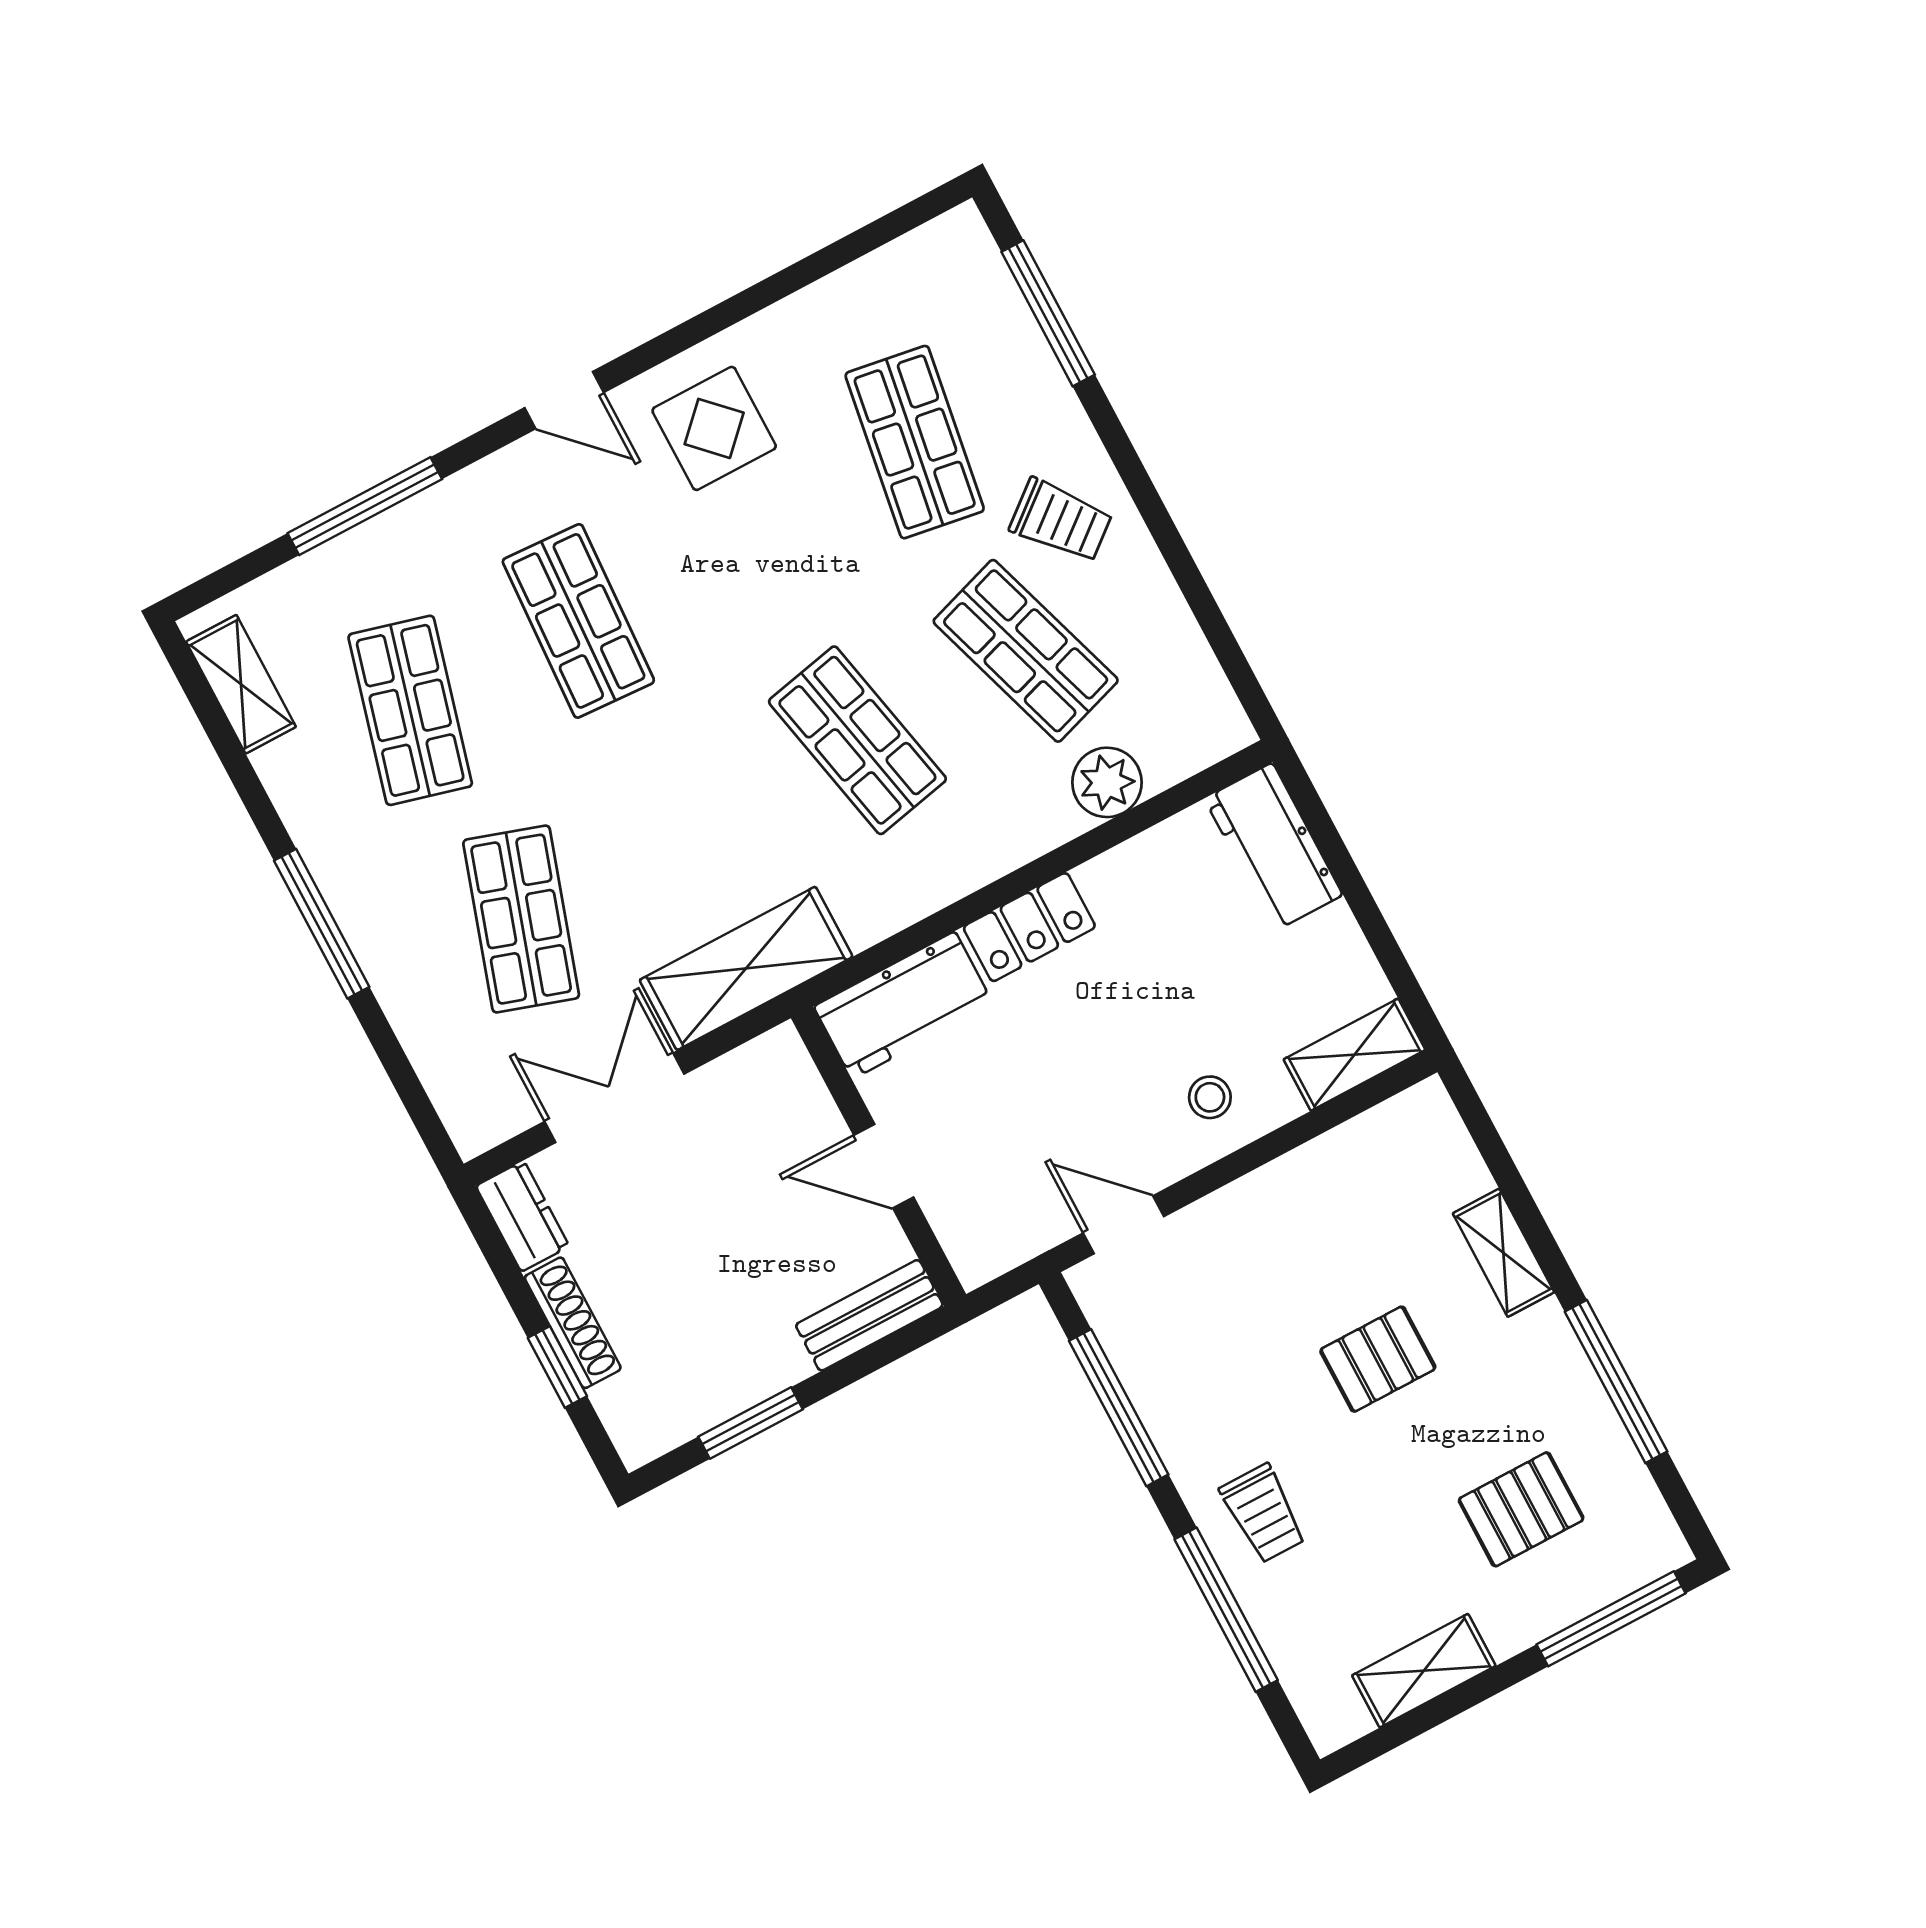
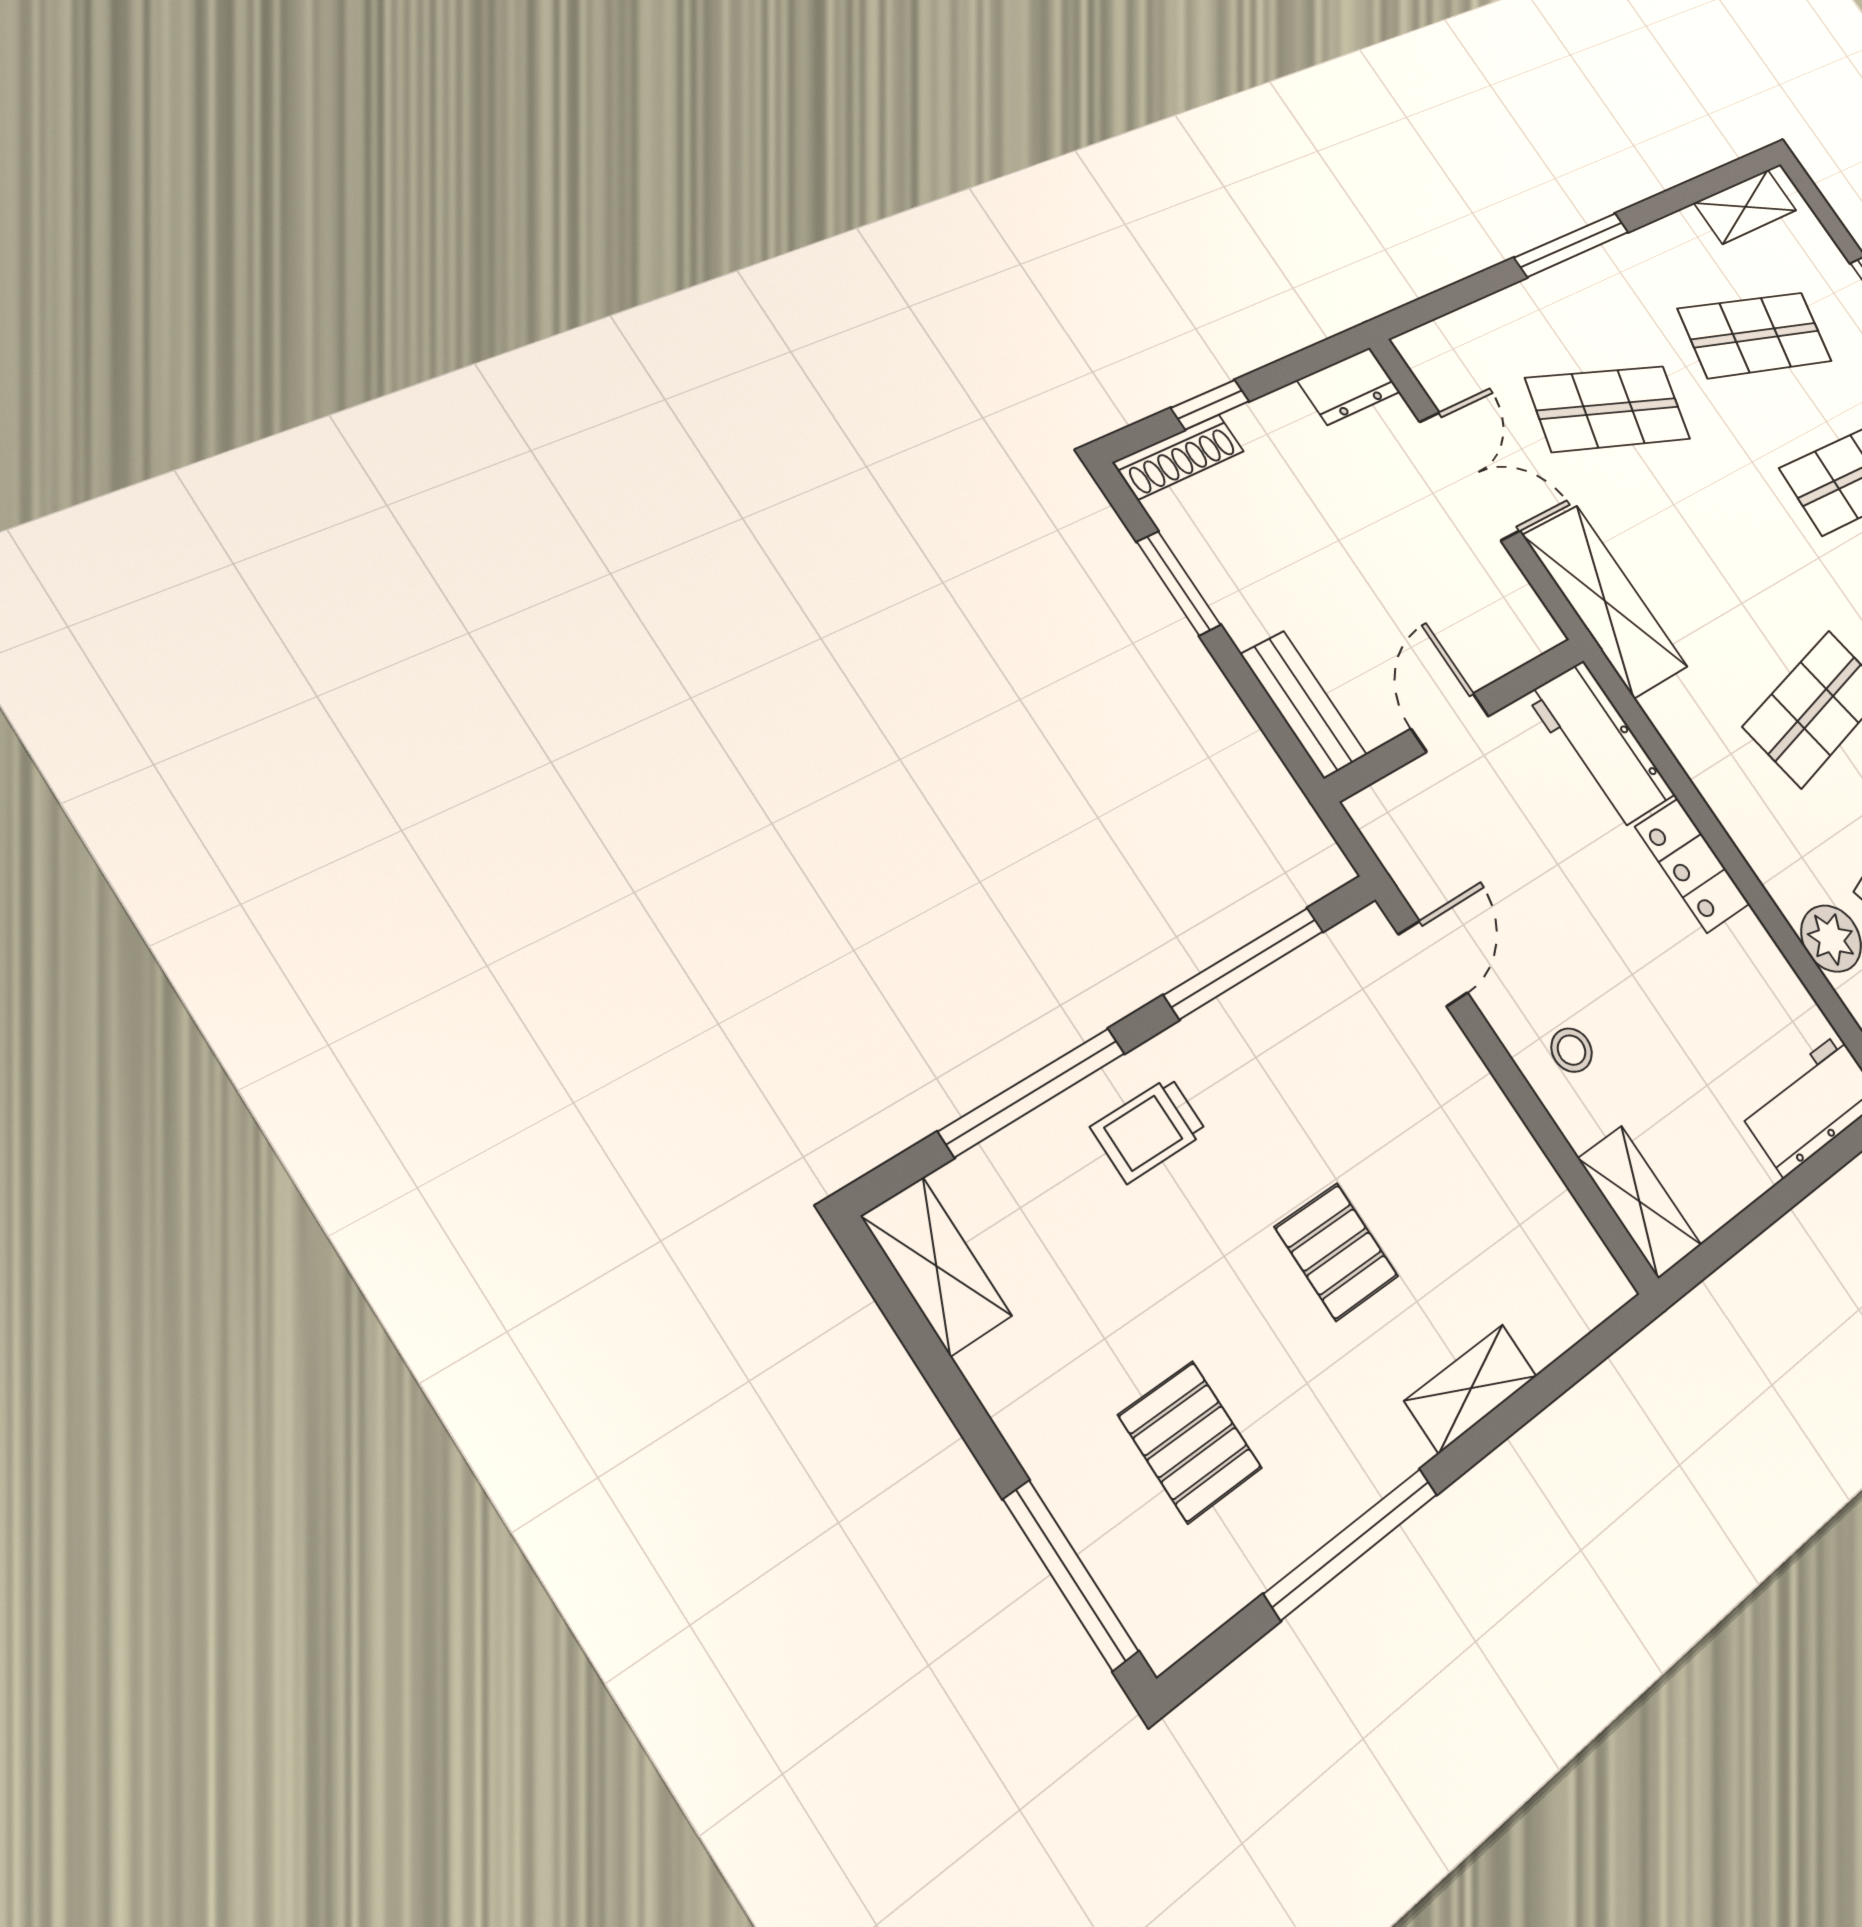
shoe rack: (573, 1323) -> (1179, 457), moved
shelving: (1424, 1671) -> (936, 1266), moved

